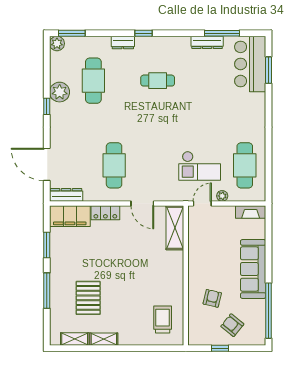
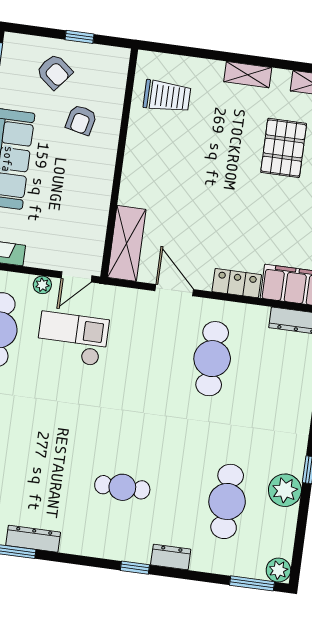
trolley: (163, 320) -> (167, 96), turned -90
shelving: (104, 339) -> (248, 75), moved

